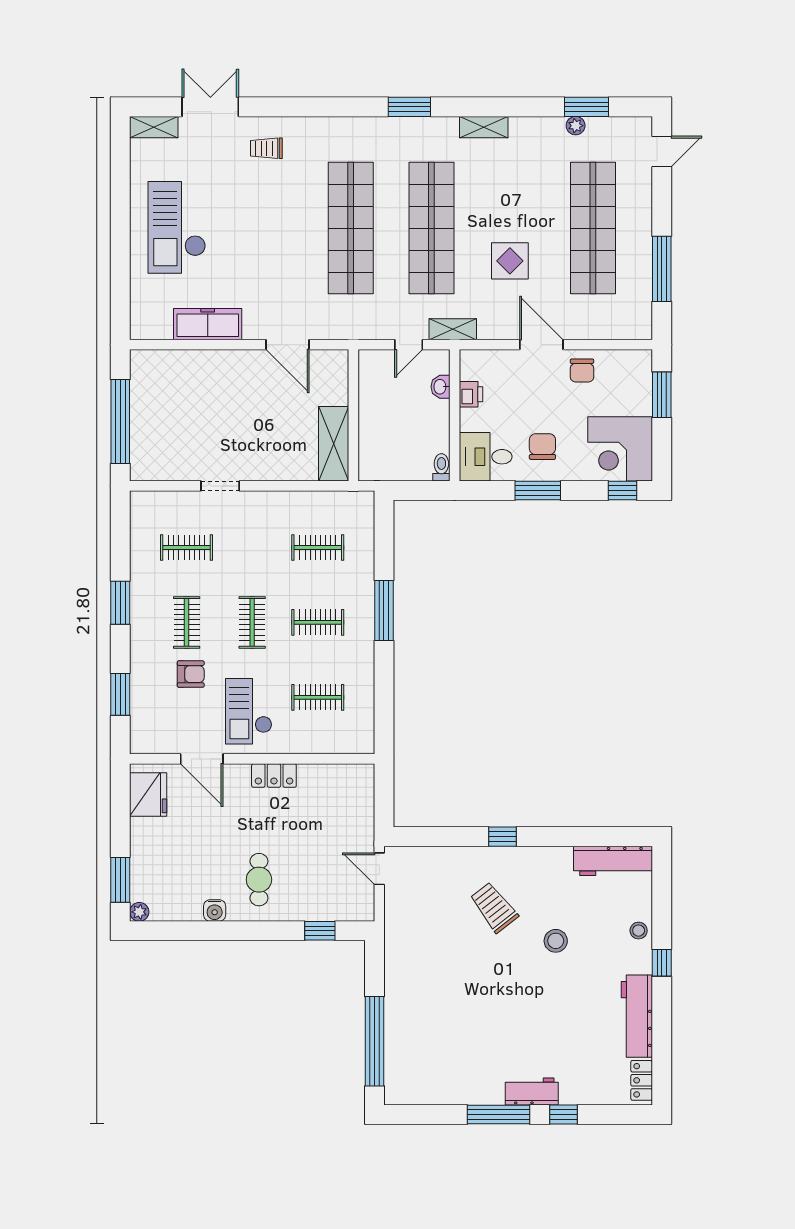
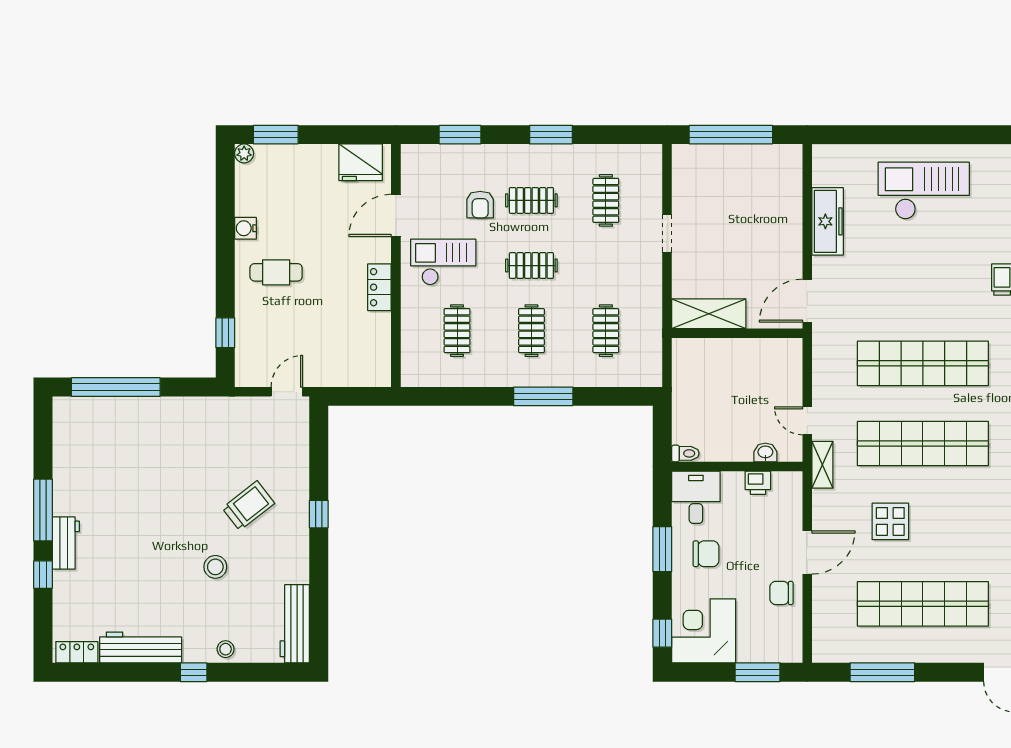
wall: (353, 415) -> (737, 333), moved
shelving: (334, 444) -> (709, 314), moved

